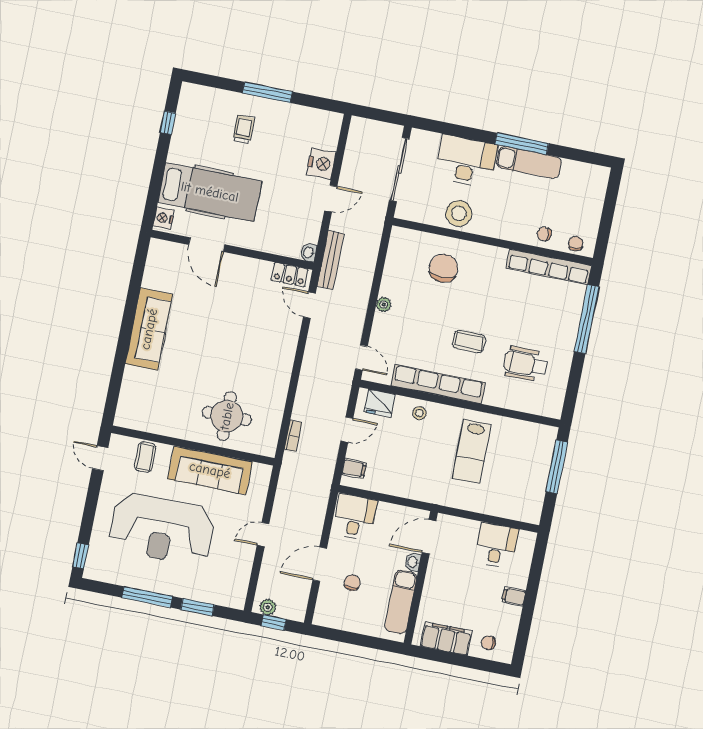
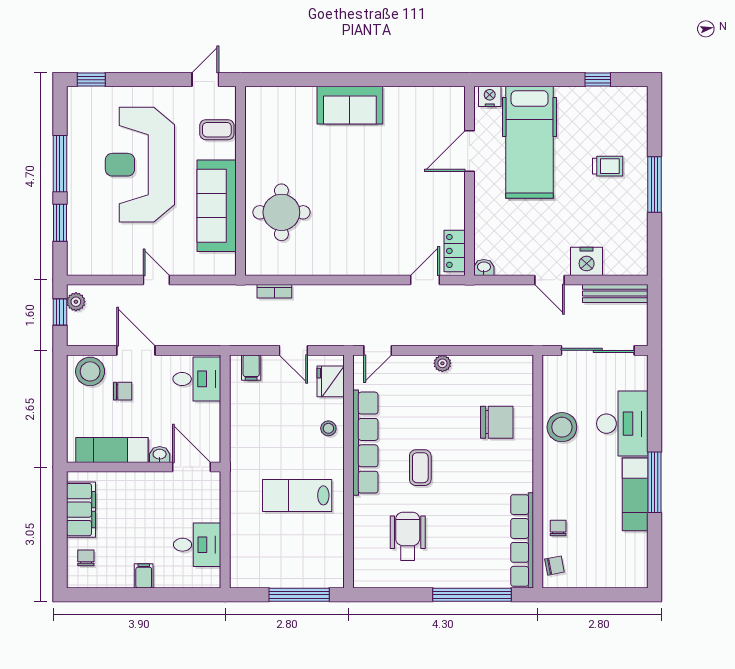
bench: (330, 260) -> (615, 293), moved
sofa: (149, 329) -> (350, 105), width x0.73
stool: (330, 607) -> (90, 371), added

